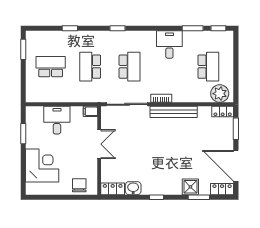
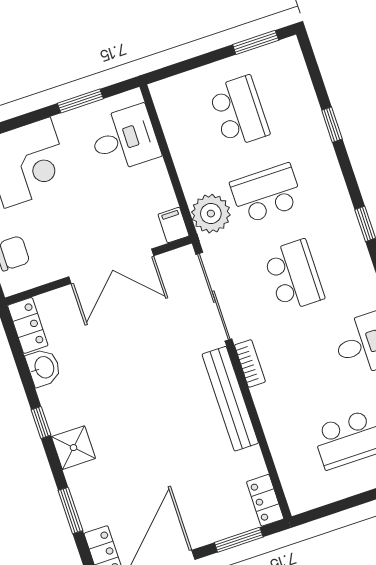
school desk: (130, 67) -> (294, 275), turned -90
plant: (220, 94) -> (211, 214), moved
desk: (57, 120) -> (124, 139), moved
double door: (99, 144) -> (111, 266), width x1.37
shower: (190, 187) -> (73, 448), moved

